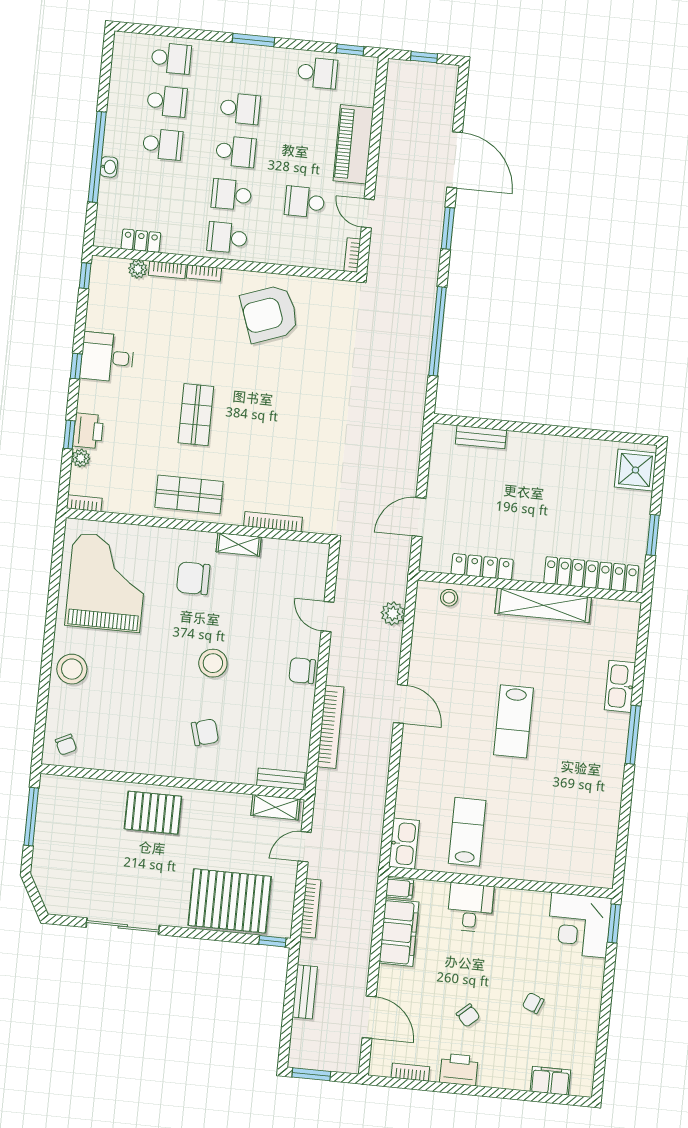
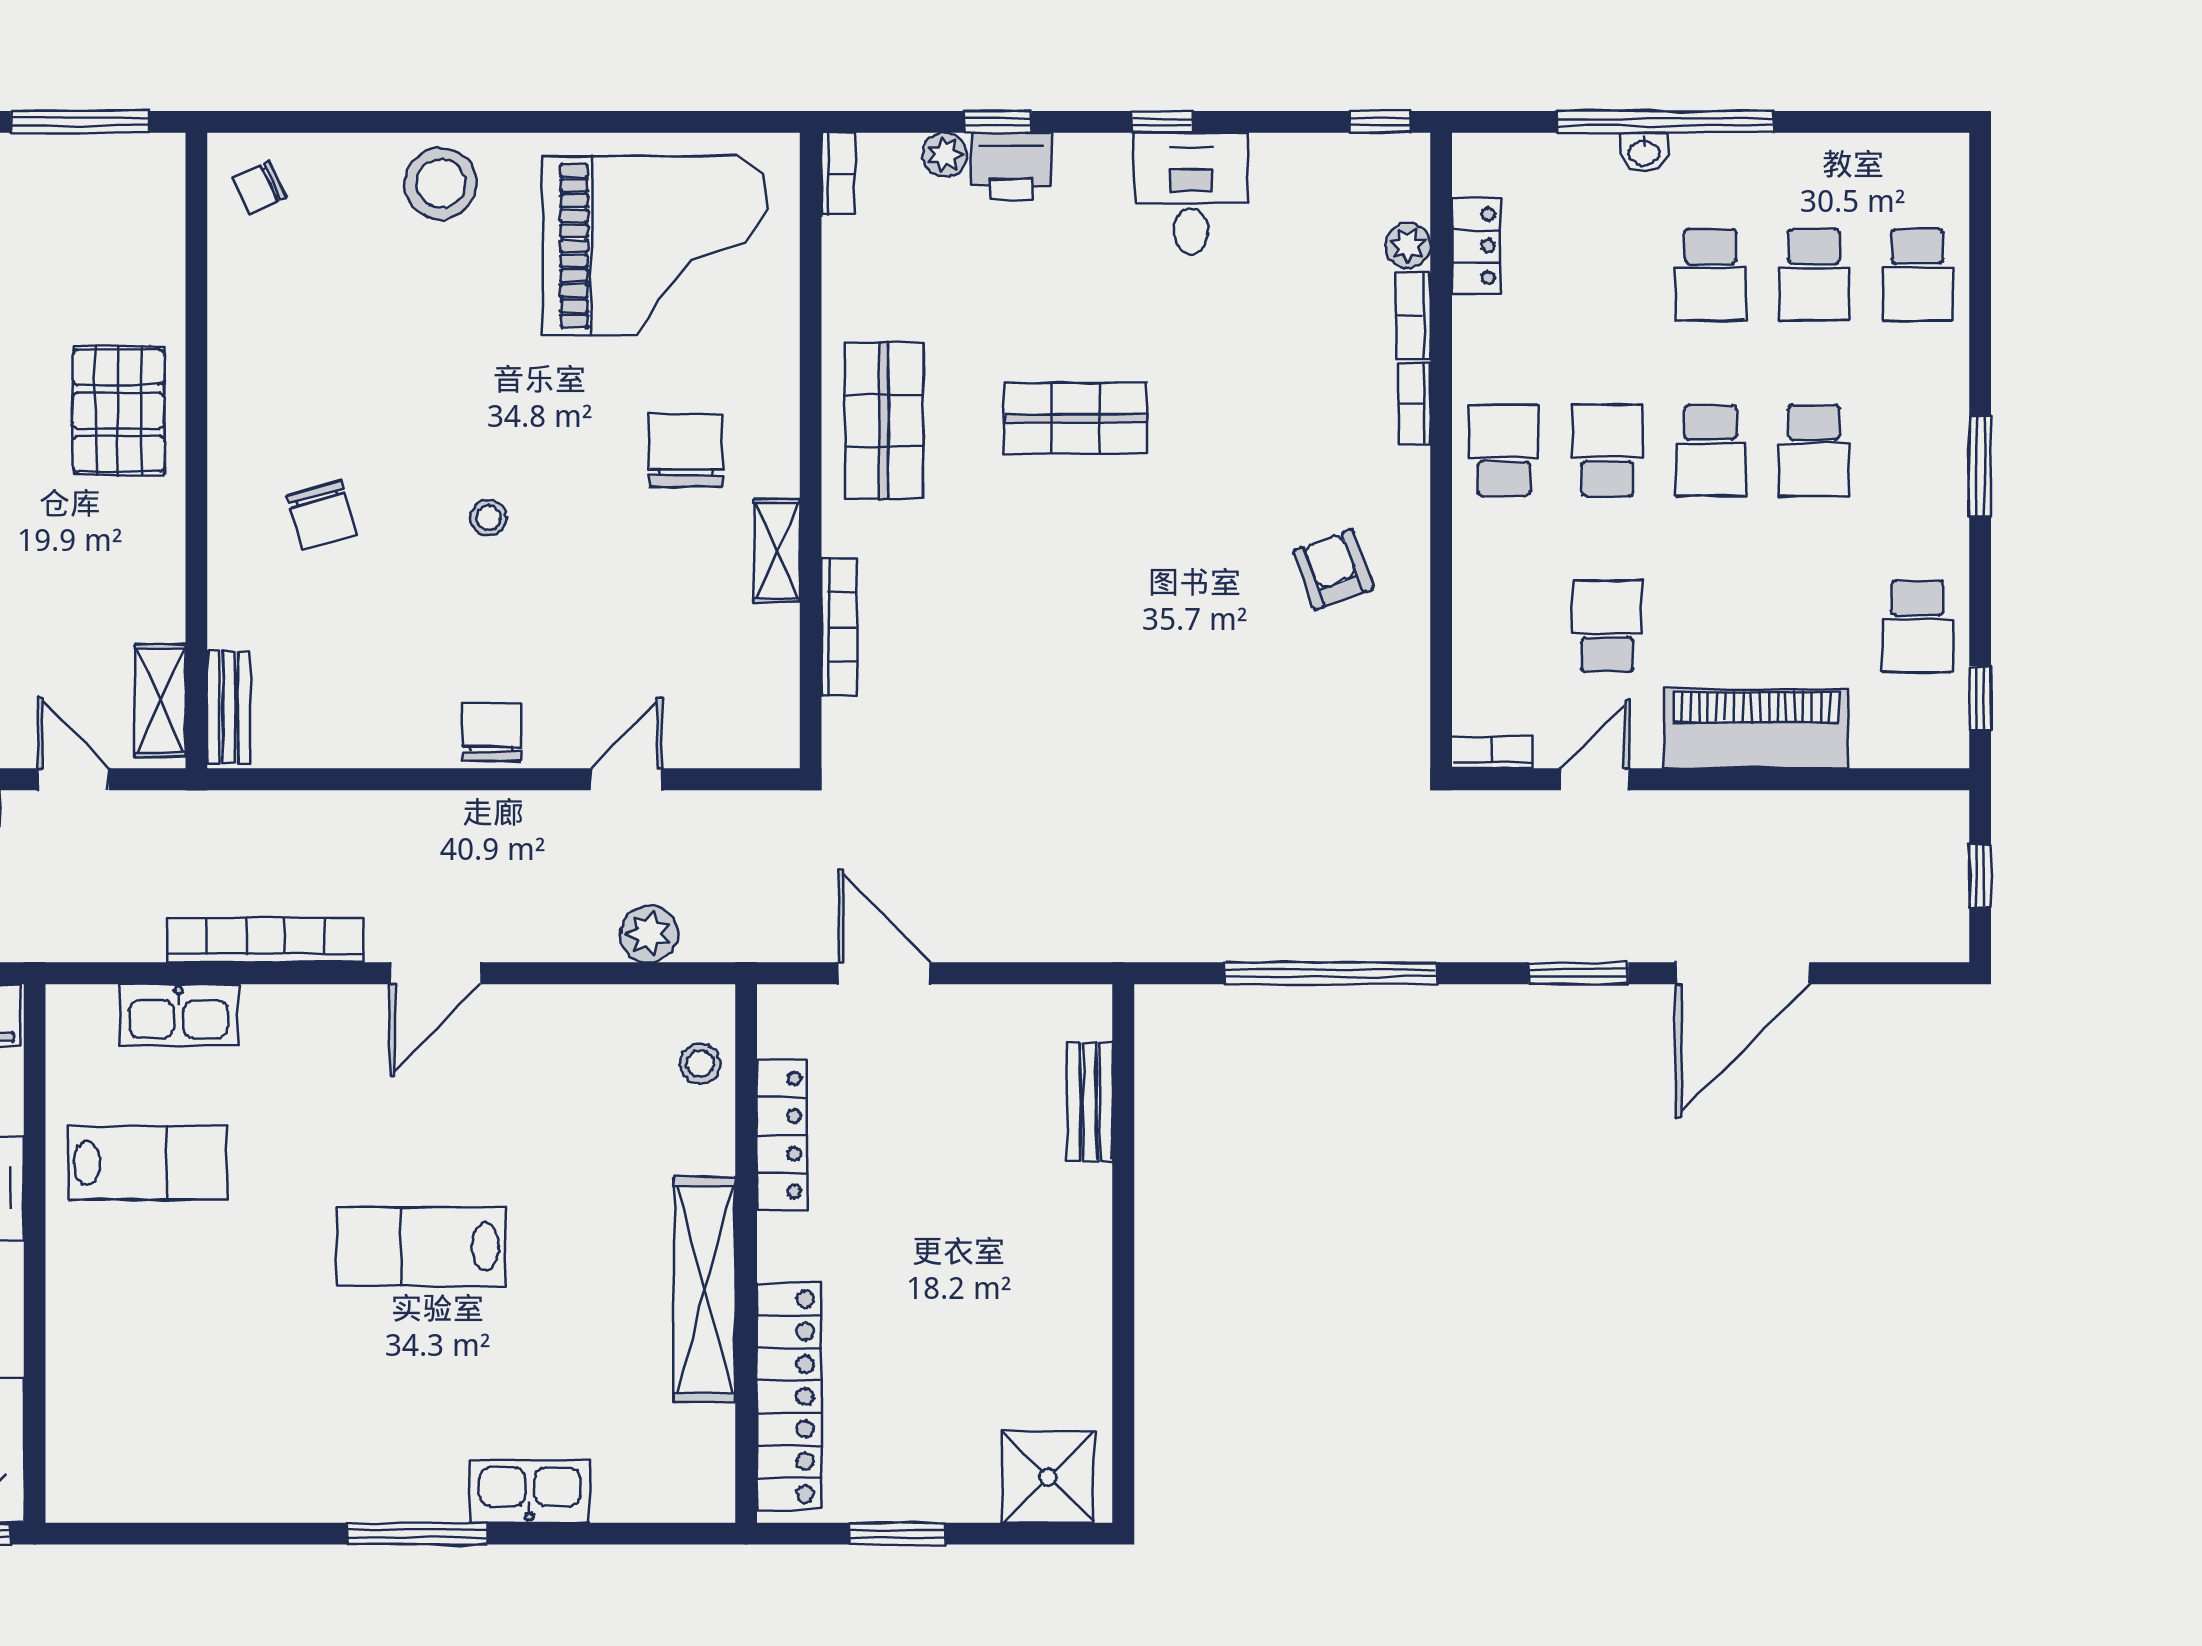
armchair: (270, 314) -> (1333, 569), width x0.53, depth x0.53
stool: (213, 663) -> (488, 518), width x0.53, depth x0.53
bookcase: (330, 727) -> (265, 940), moved, turned 180
kitchen sink: (404, 844) -> (179, 1015), moved

